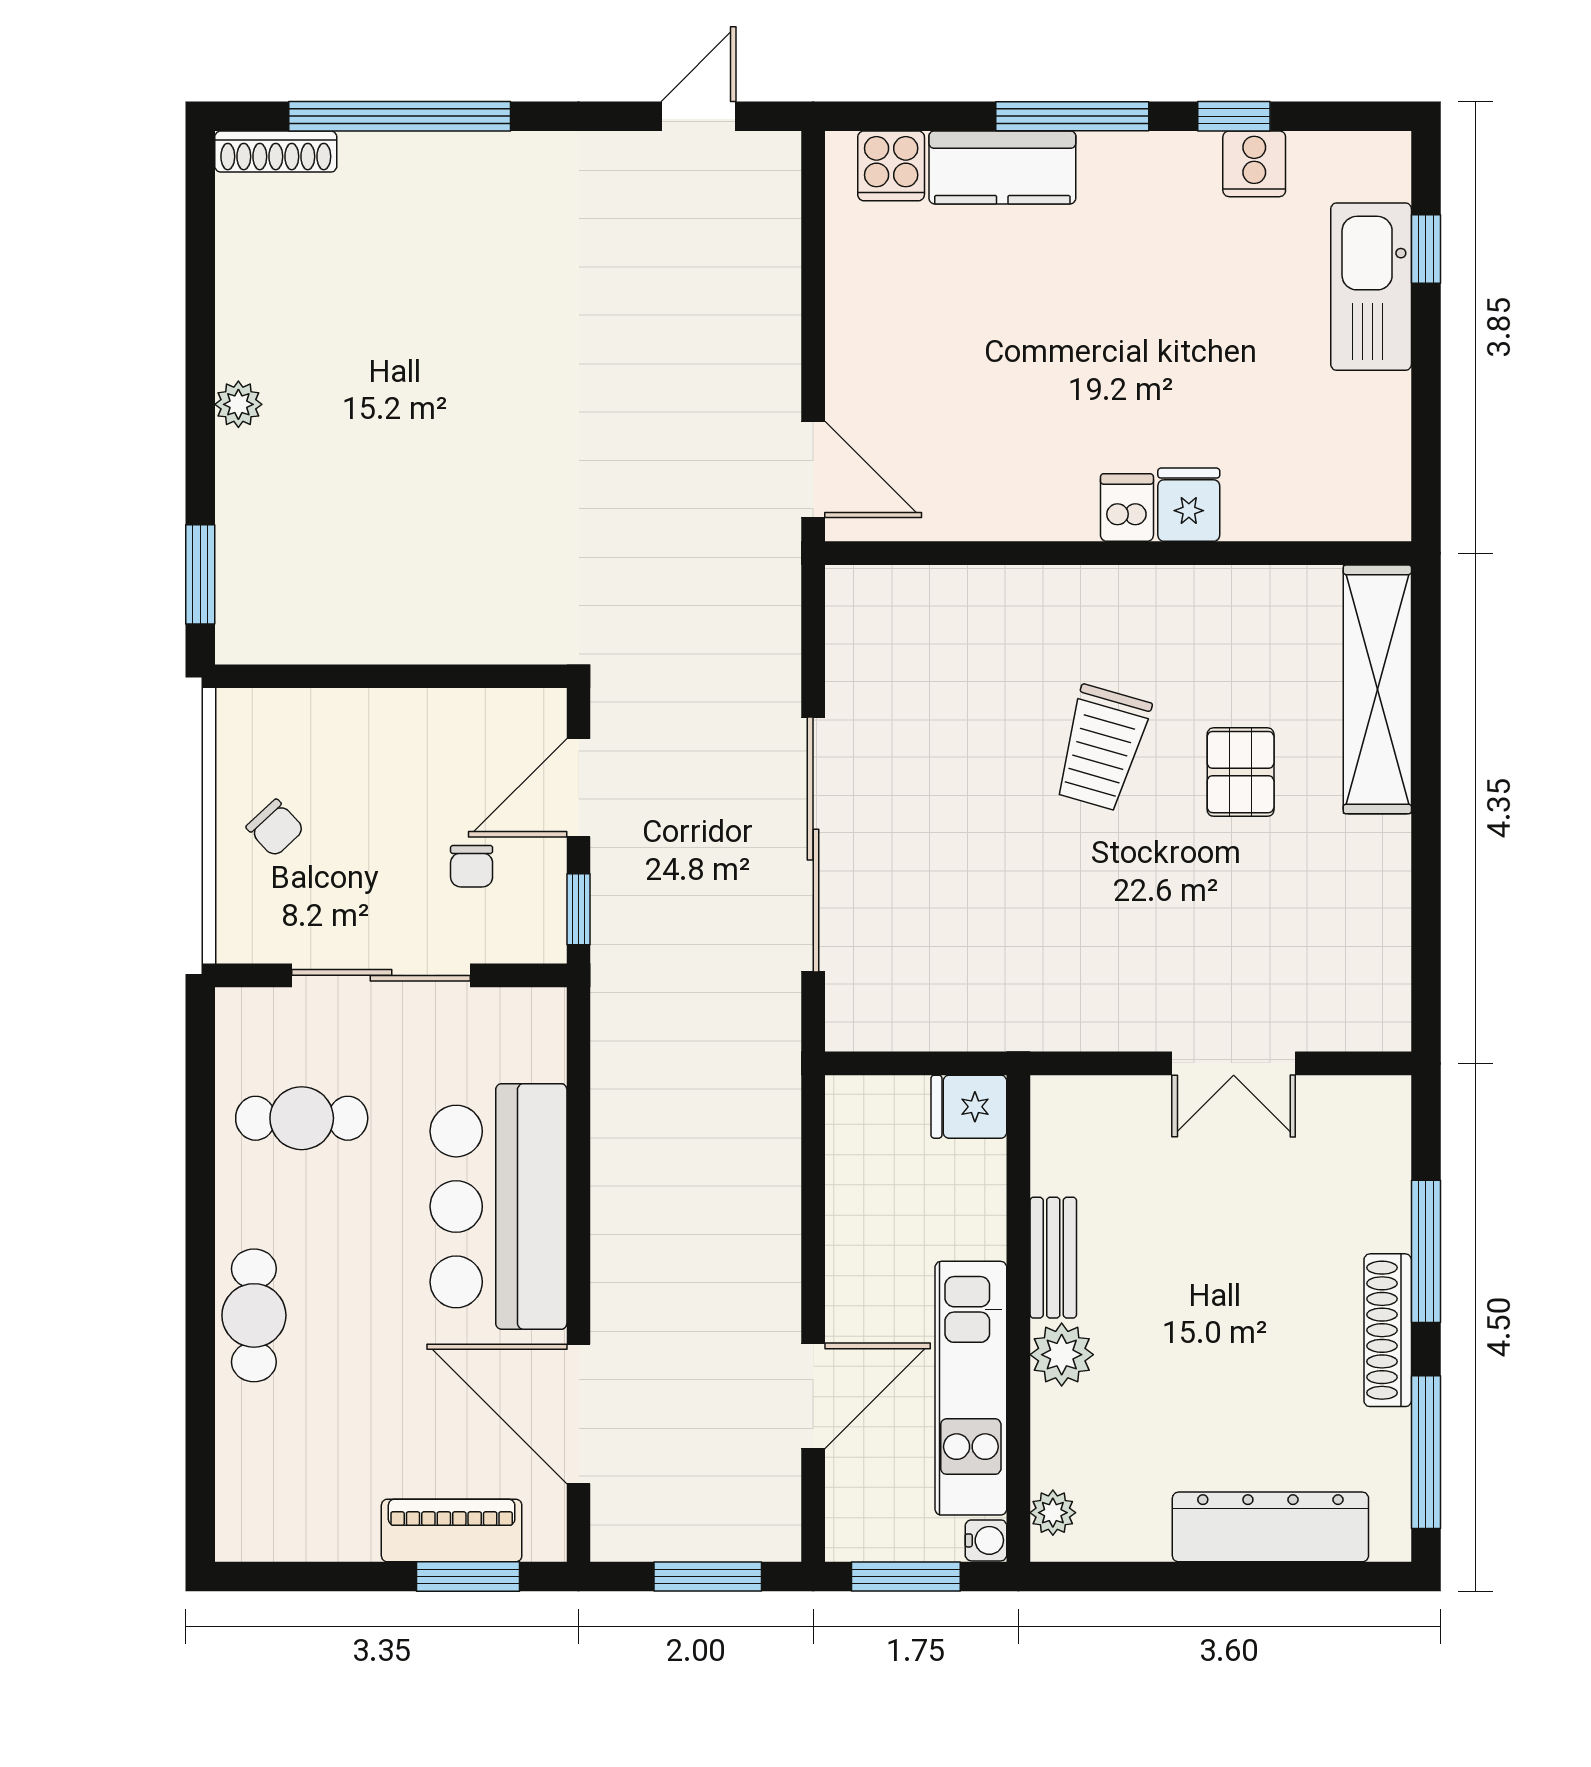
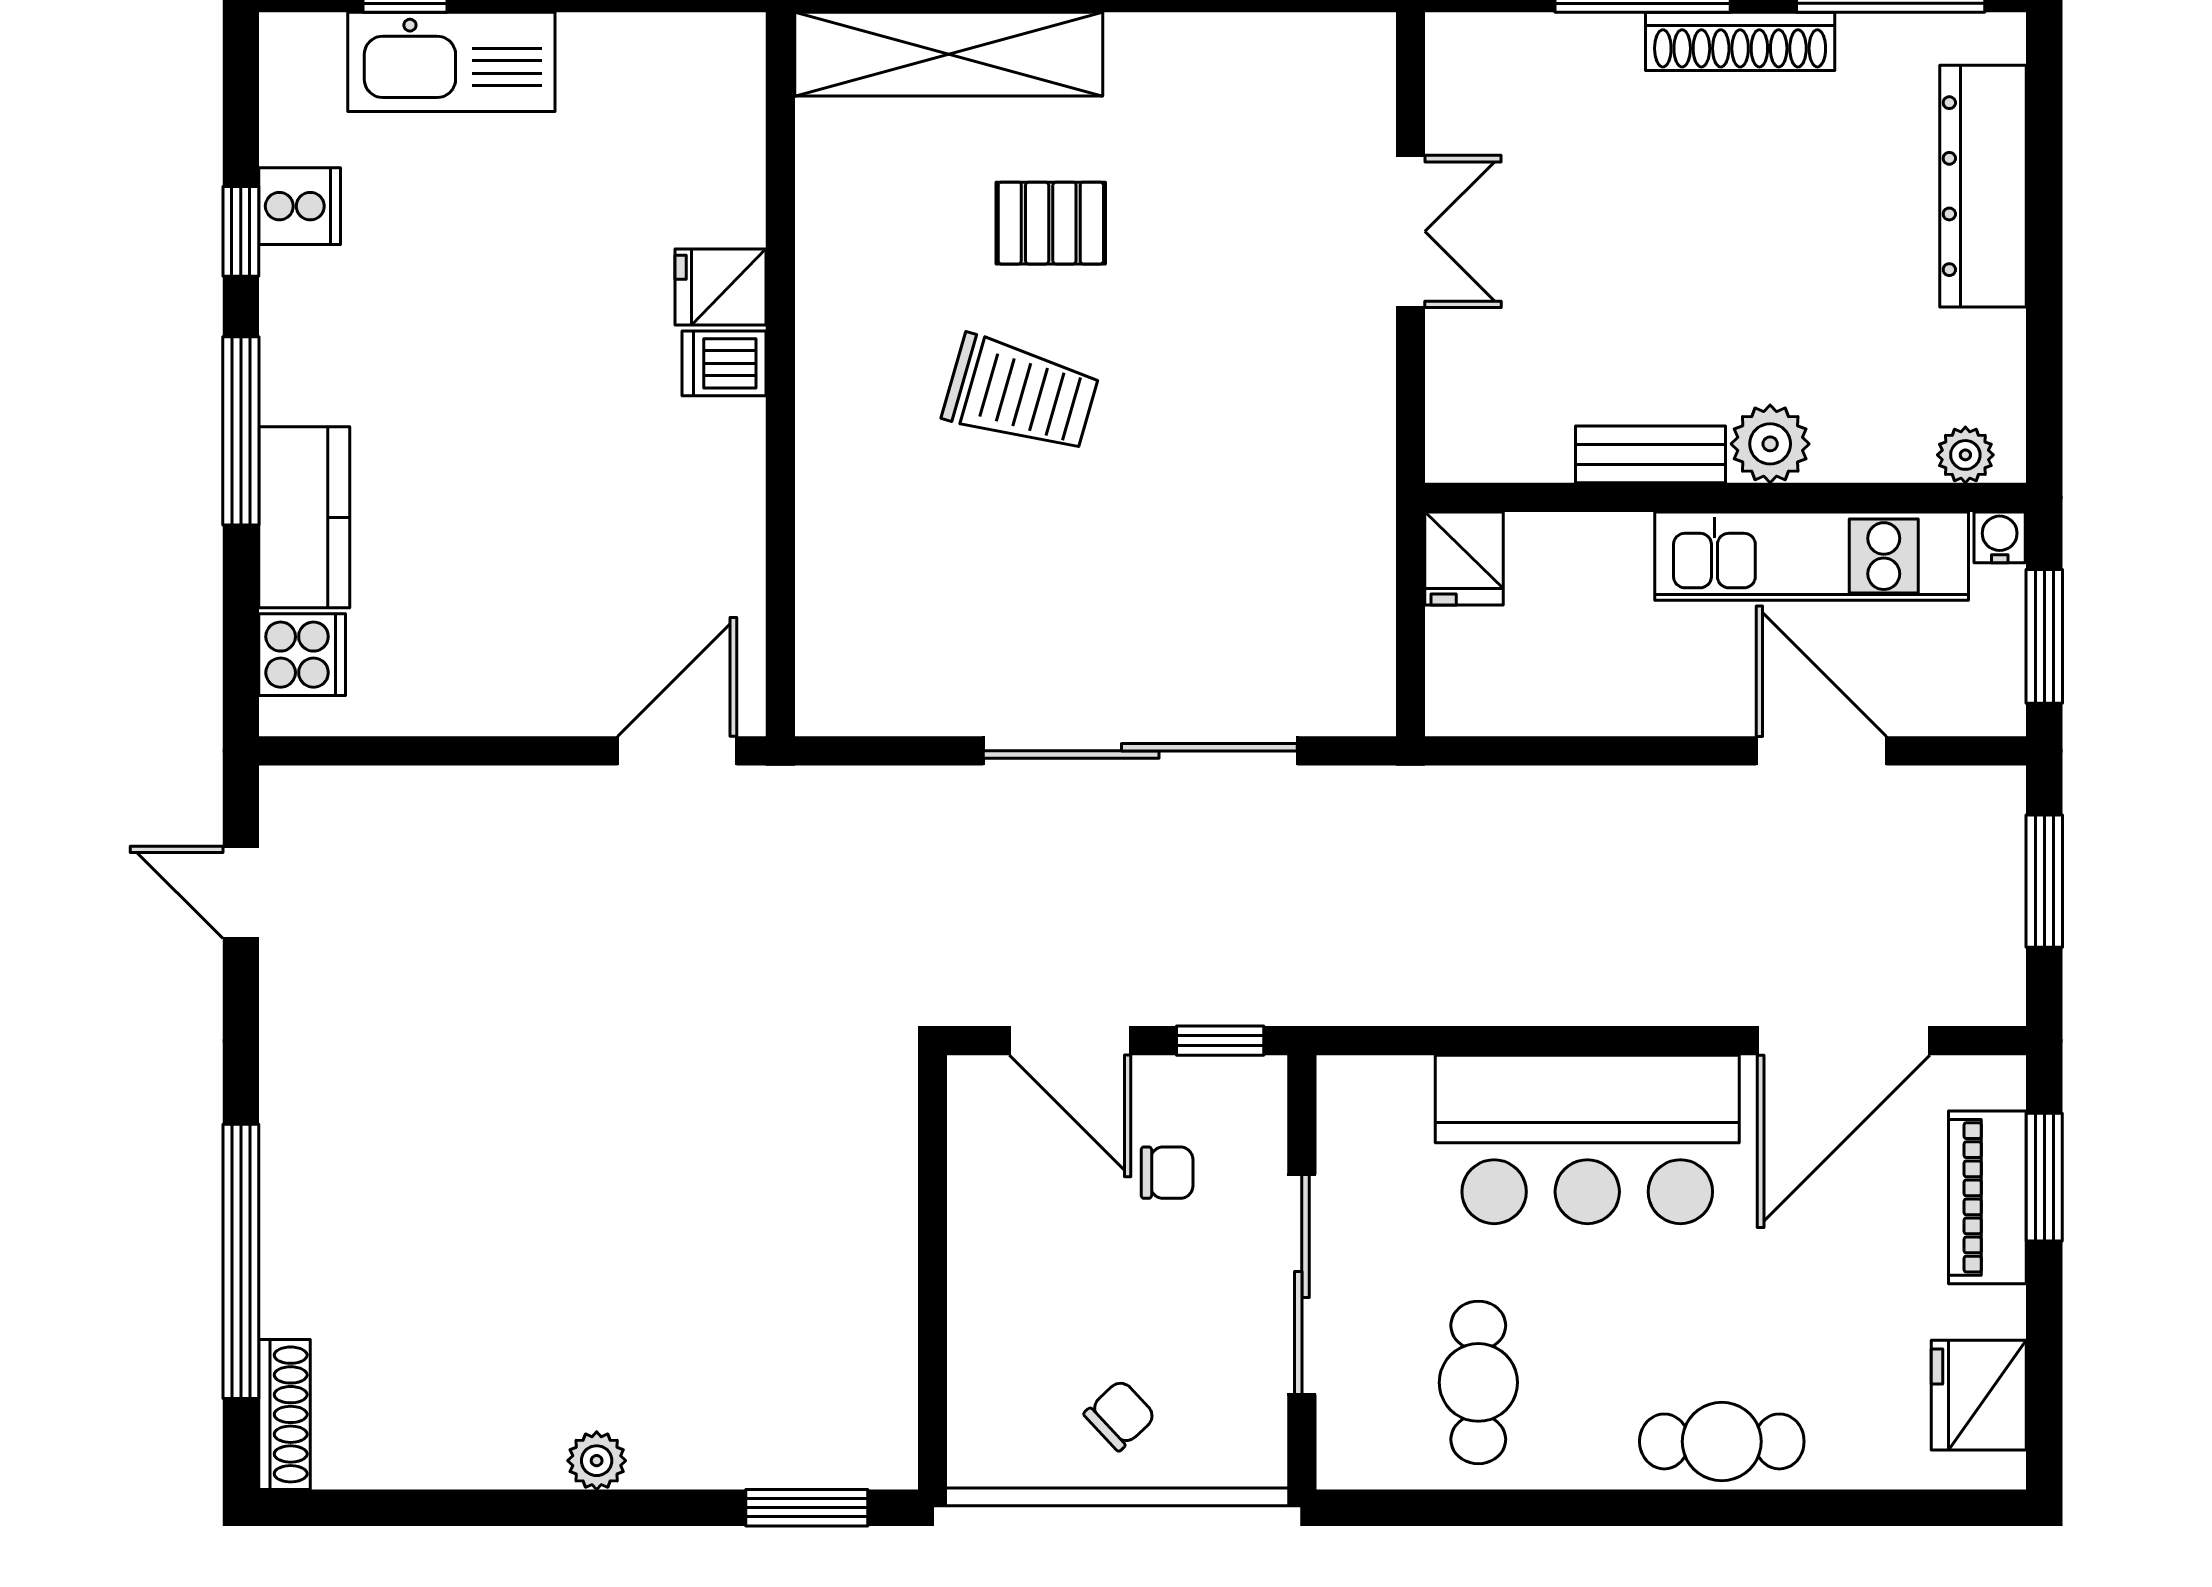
fridge: (291, 1523) -> (1979, 1395), added

